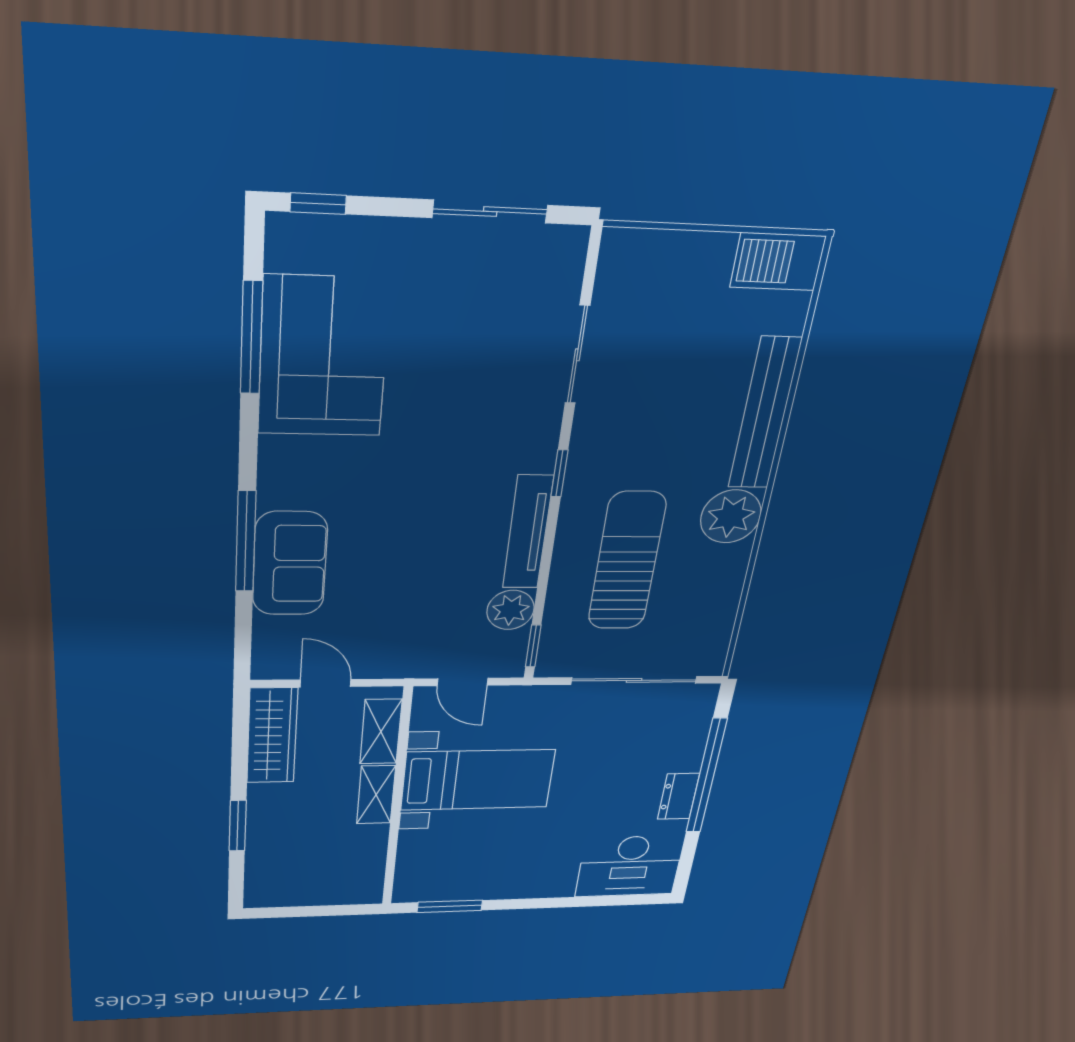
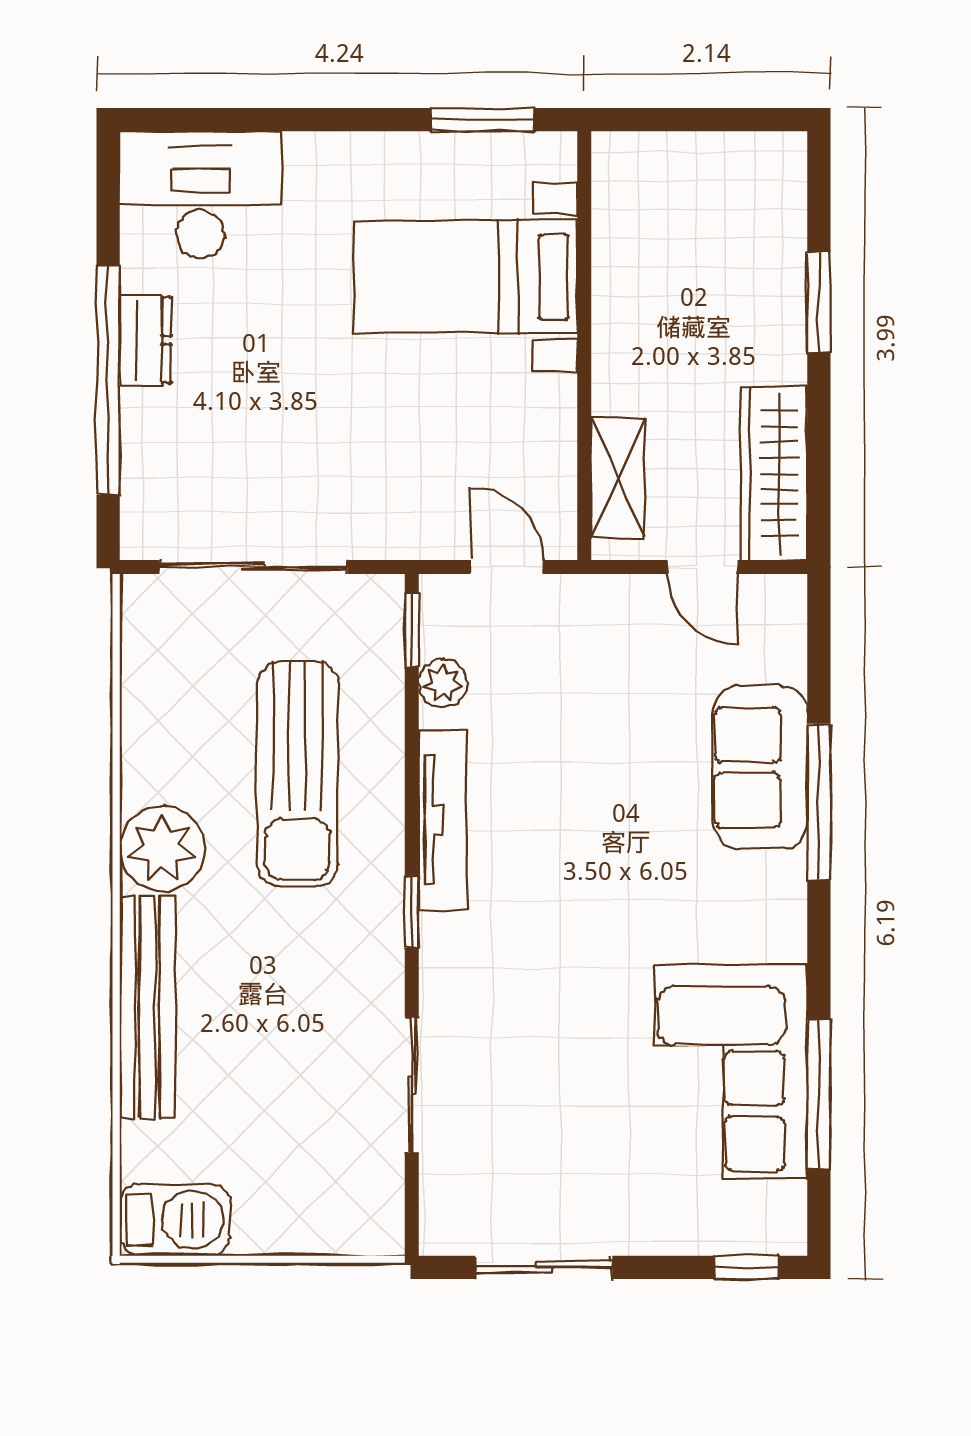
plant: (511, 610) -> (443, 683), width x0.73, depth x0.73
bed with nightstands: (478, 780) -> (465, 277), moved
shelving: (376, 795) -> (617, 357), removed

